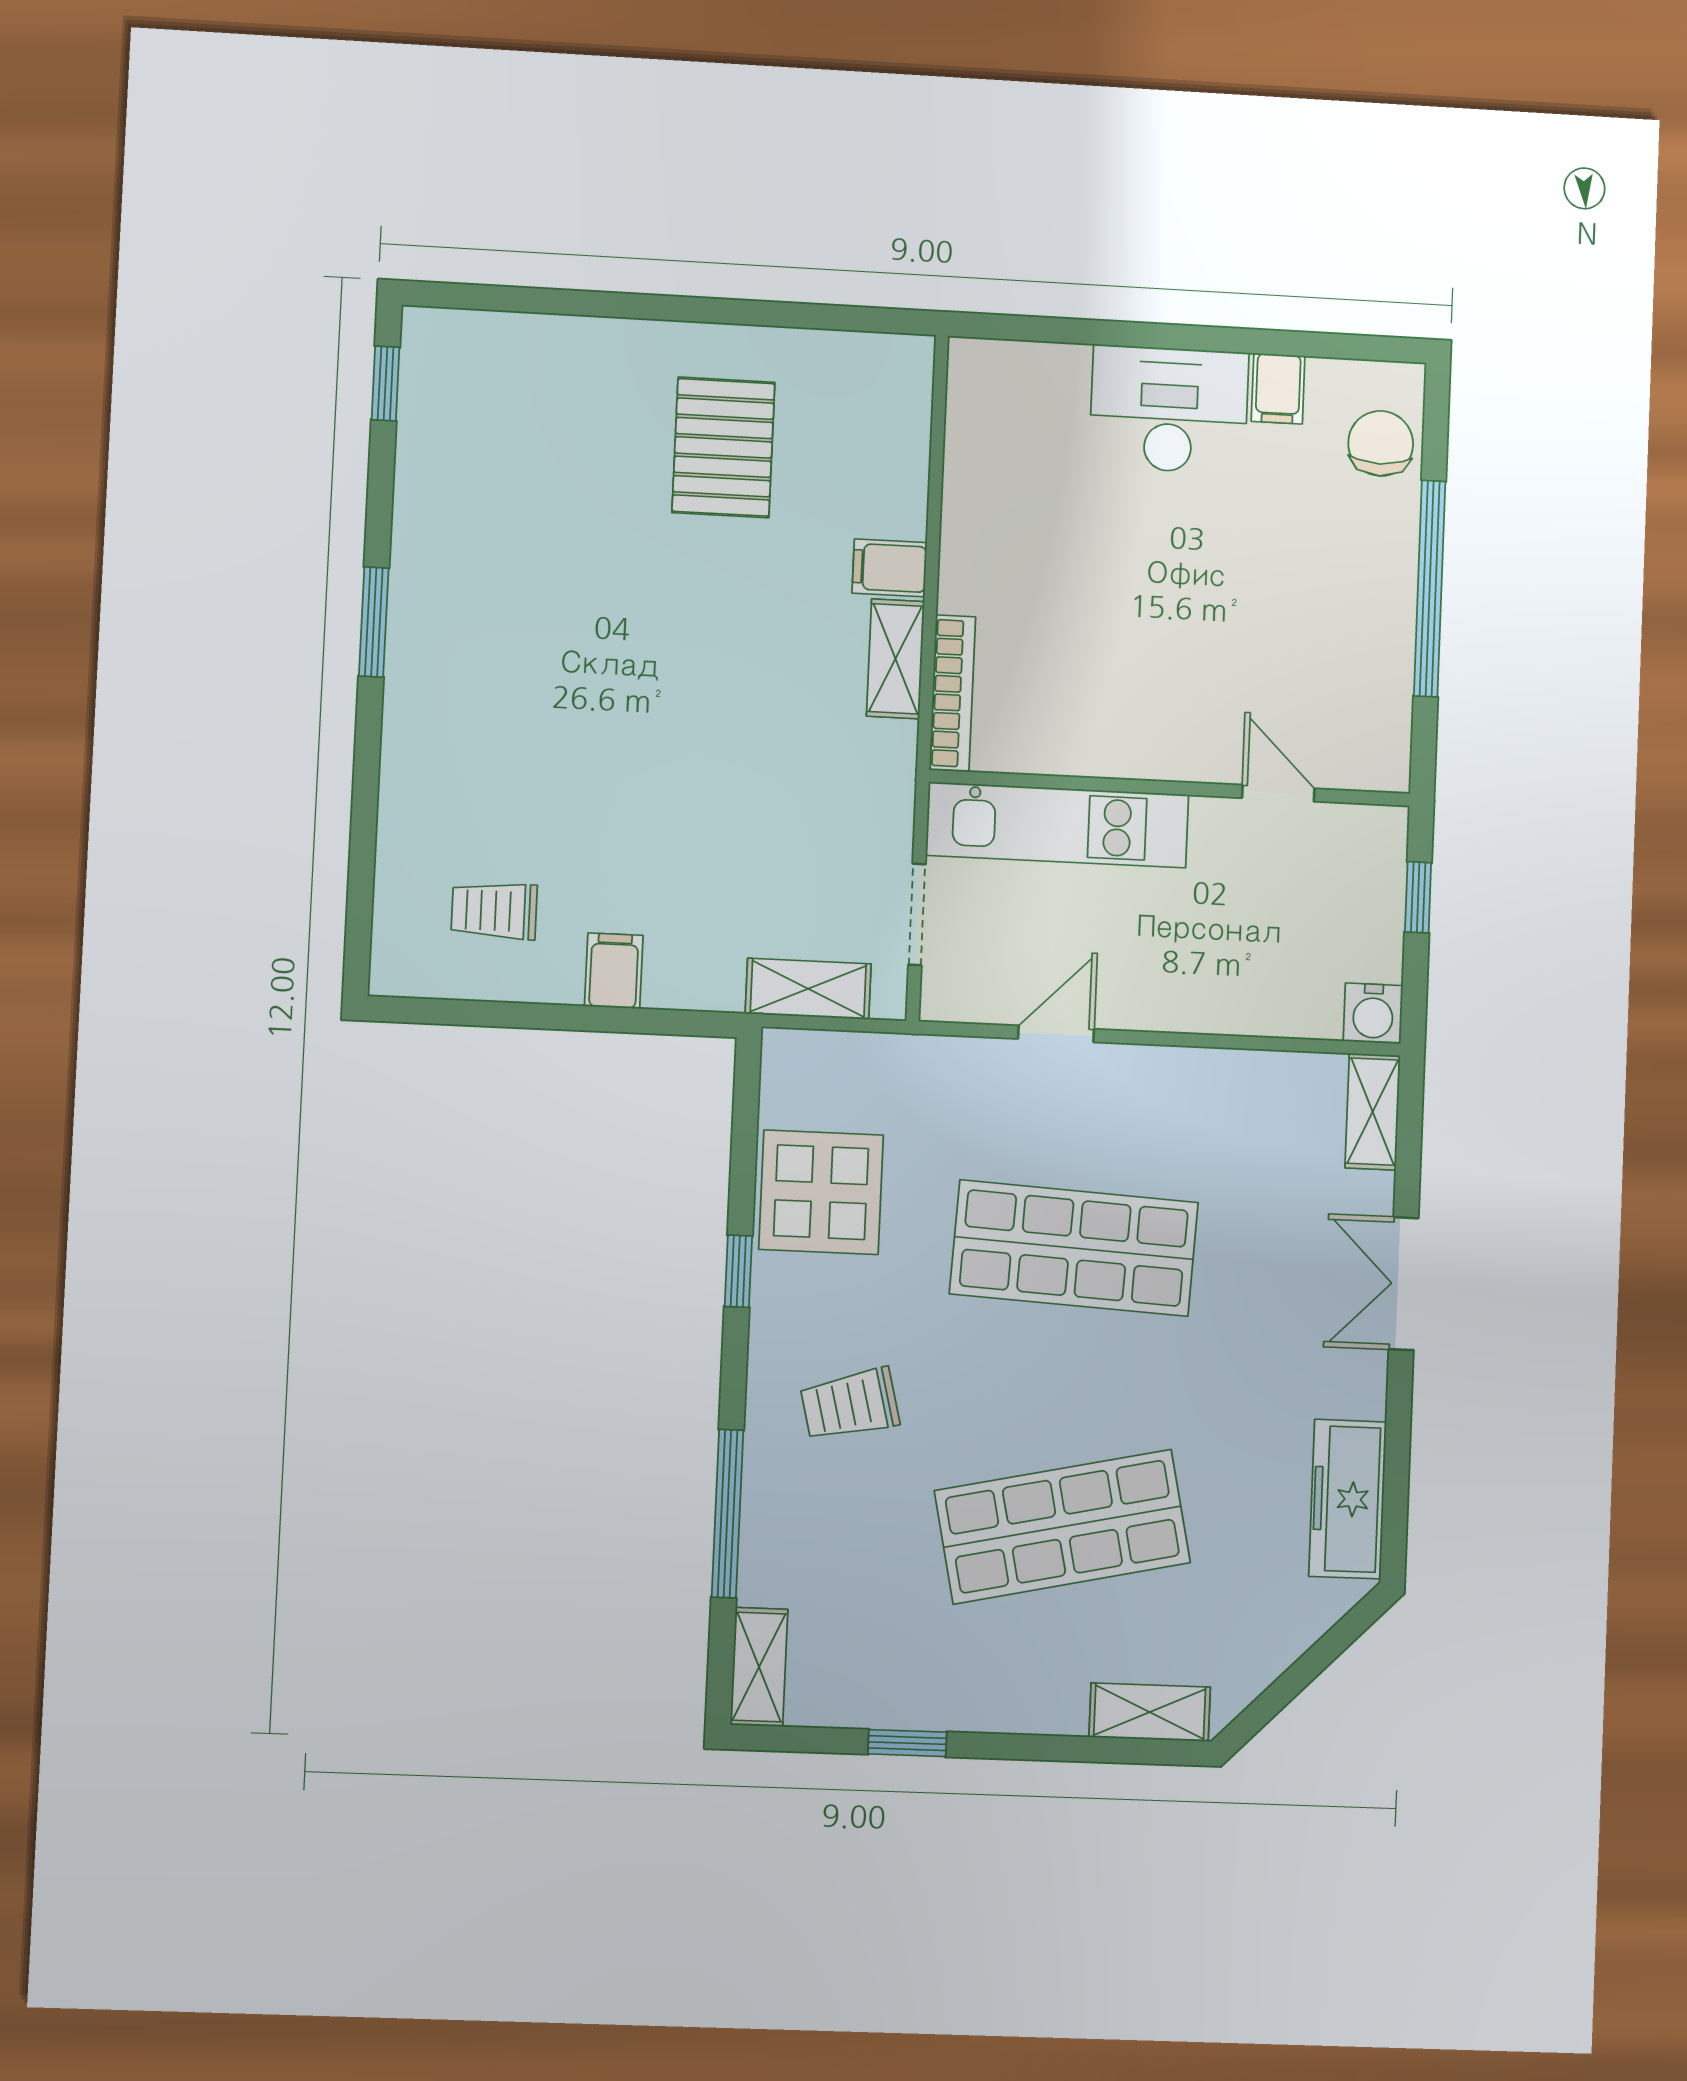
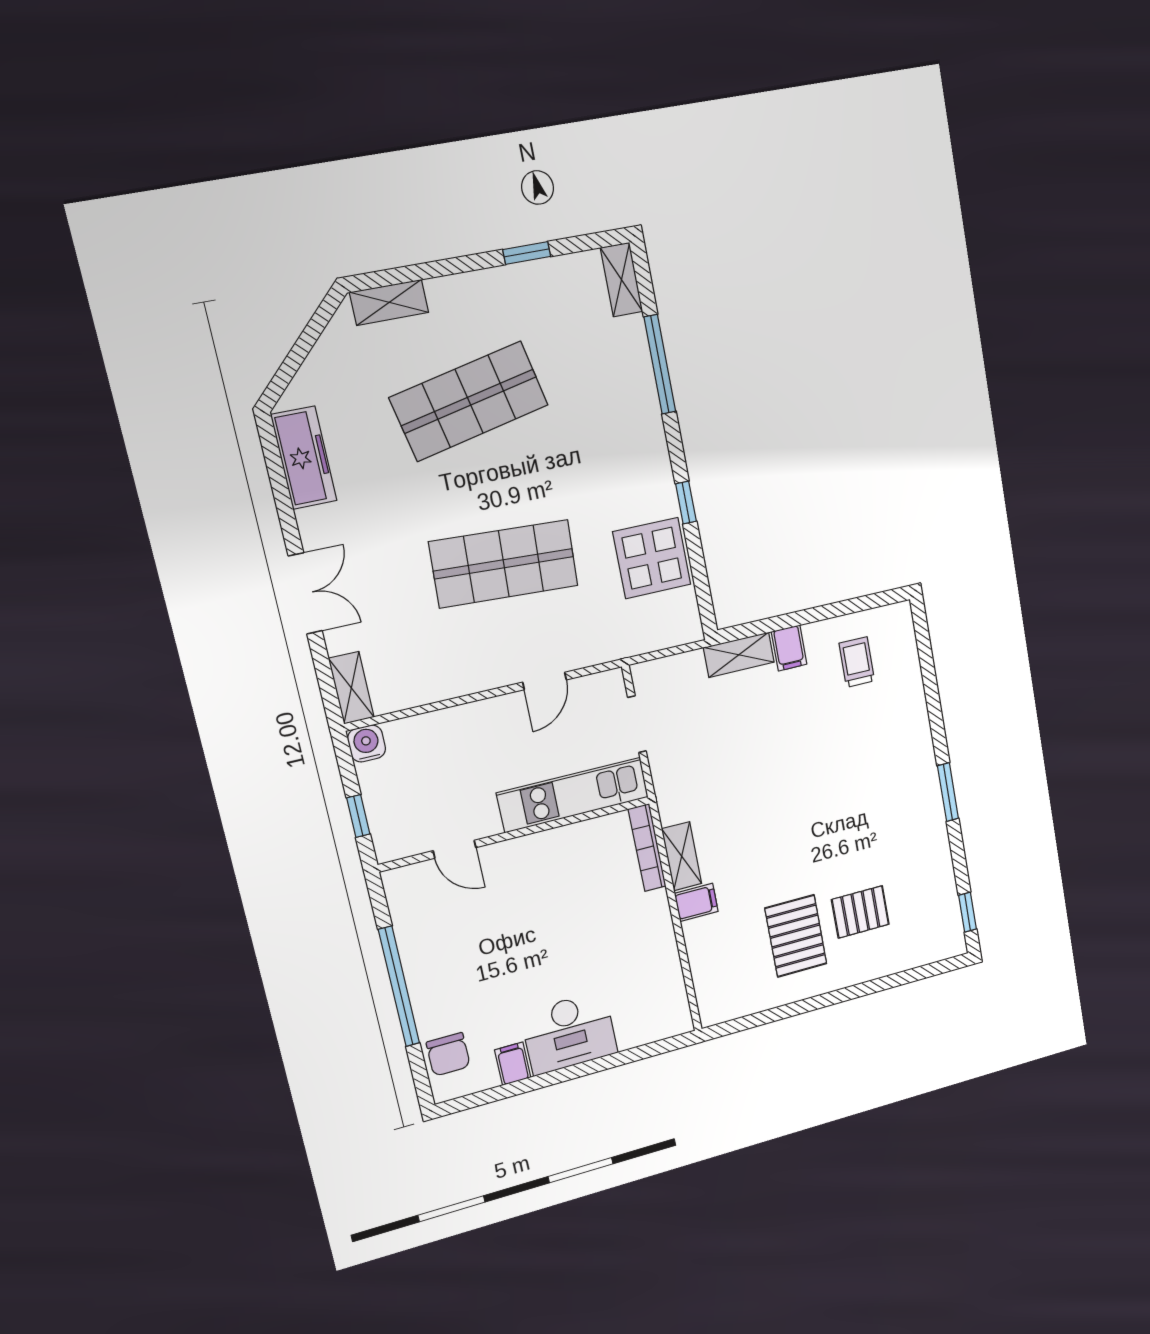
pallet: (592, 452) -> (860, 912), added
trolley: (494, 911) -> (857, 662), turned -90
shelving: (808, 989) -> (739, 655), moved
trolley: (850, 1404) -> (607, 443), removed

